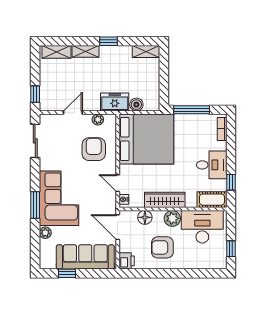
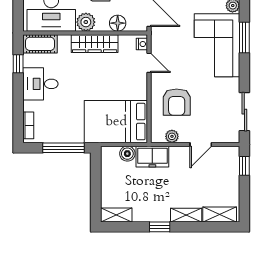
bed: (146, 139) -> (116, 122), width x0.73

